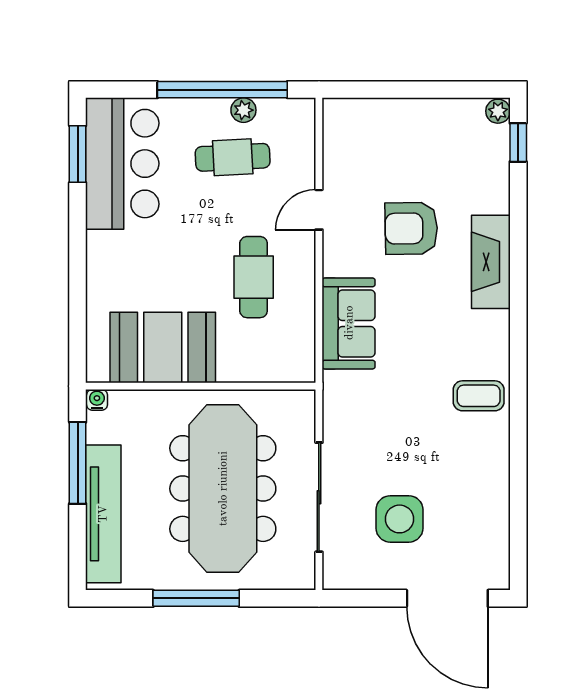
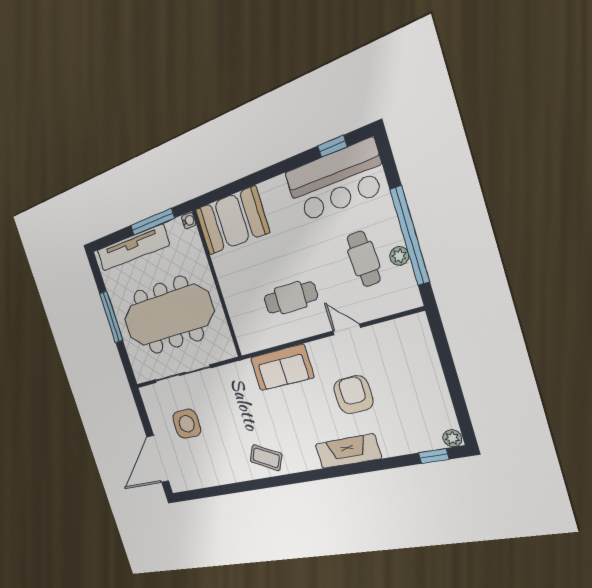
window: (78, 154) -> (332, 146), width x0.67
booth: (163, 348) -> (232, 221), moved, turned 90
coffee table: (479, 396) -> (266, 458), turned -63

